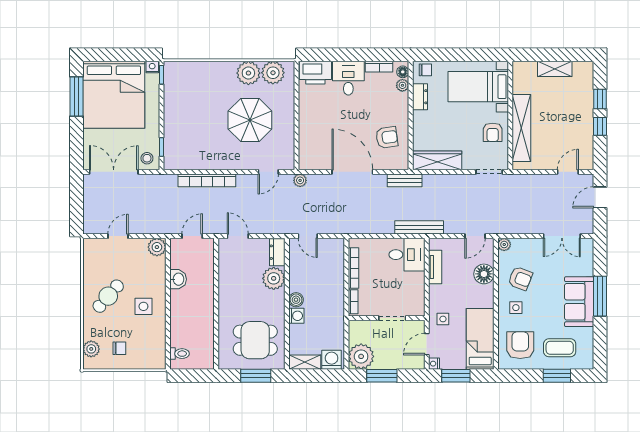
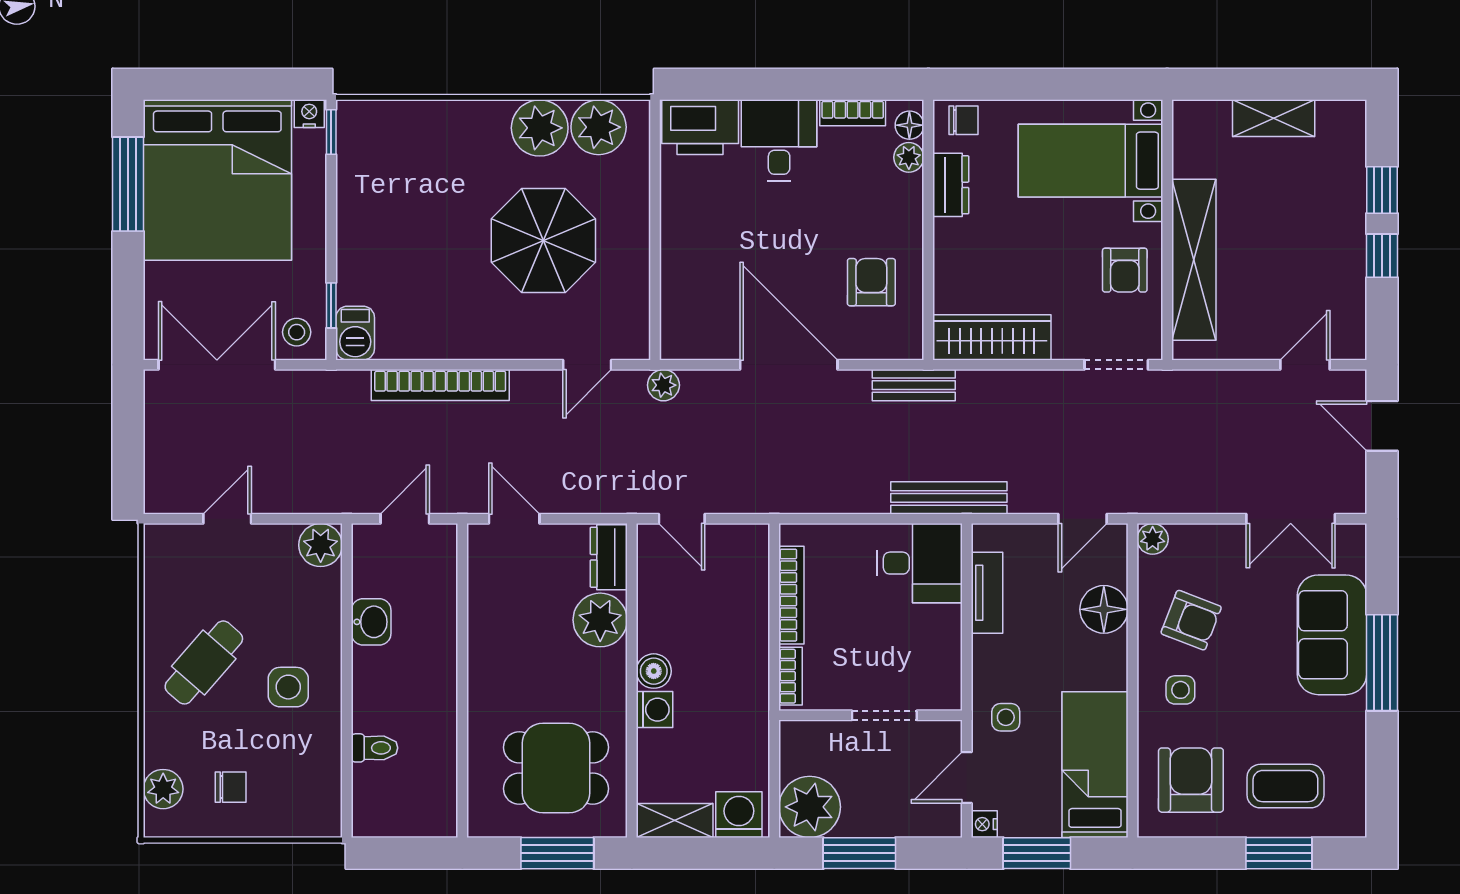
armchair: (387, 137) -> (871, 282), turned -82
barbecue: (171, 159) -> (355, 333), added
door: (600, 197) -> (1382, 426), hinge flipped
sofa: (579, 302) -> (1332, 635), moved
toilet: (179, 354) -> (375, 748), moved

